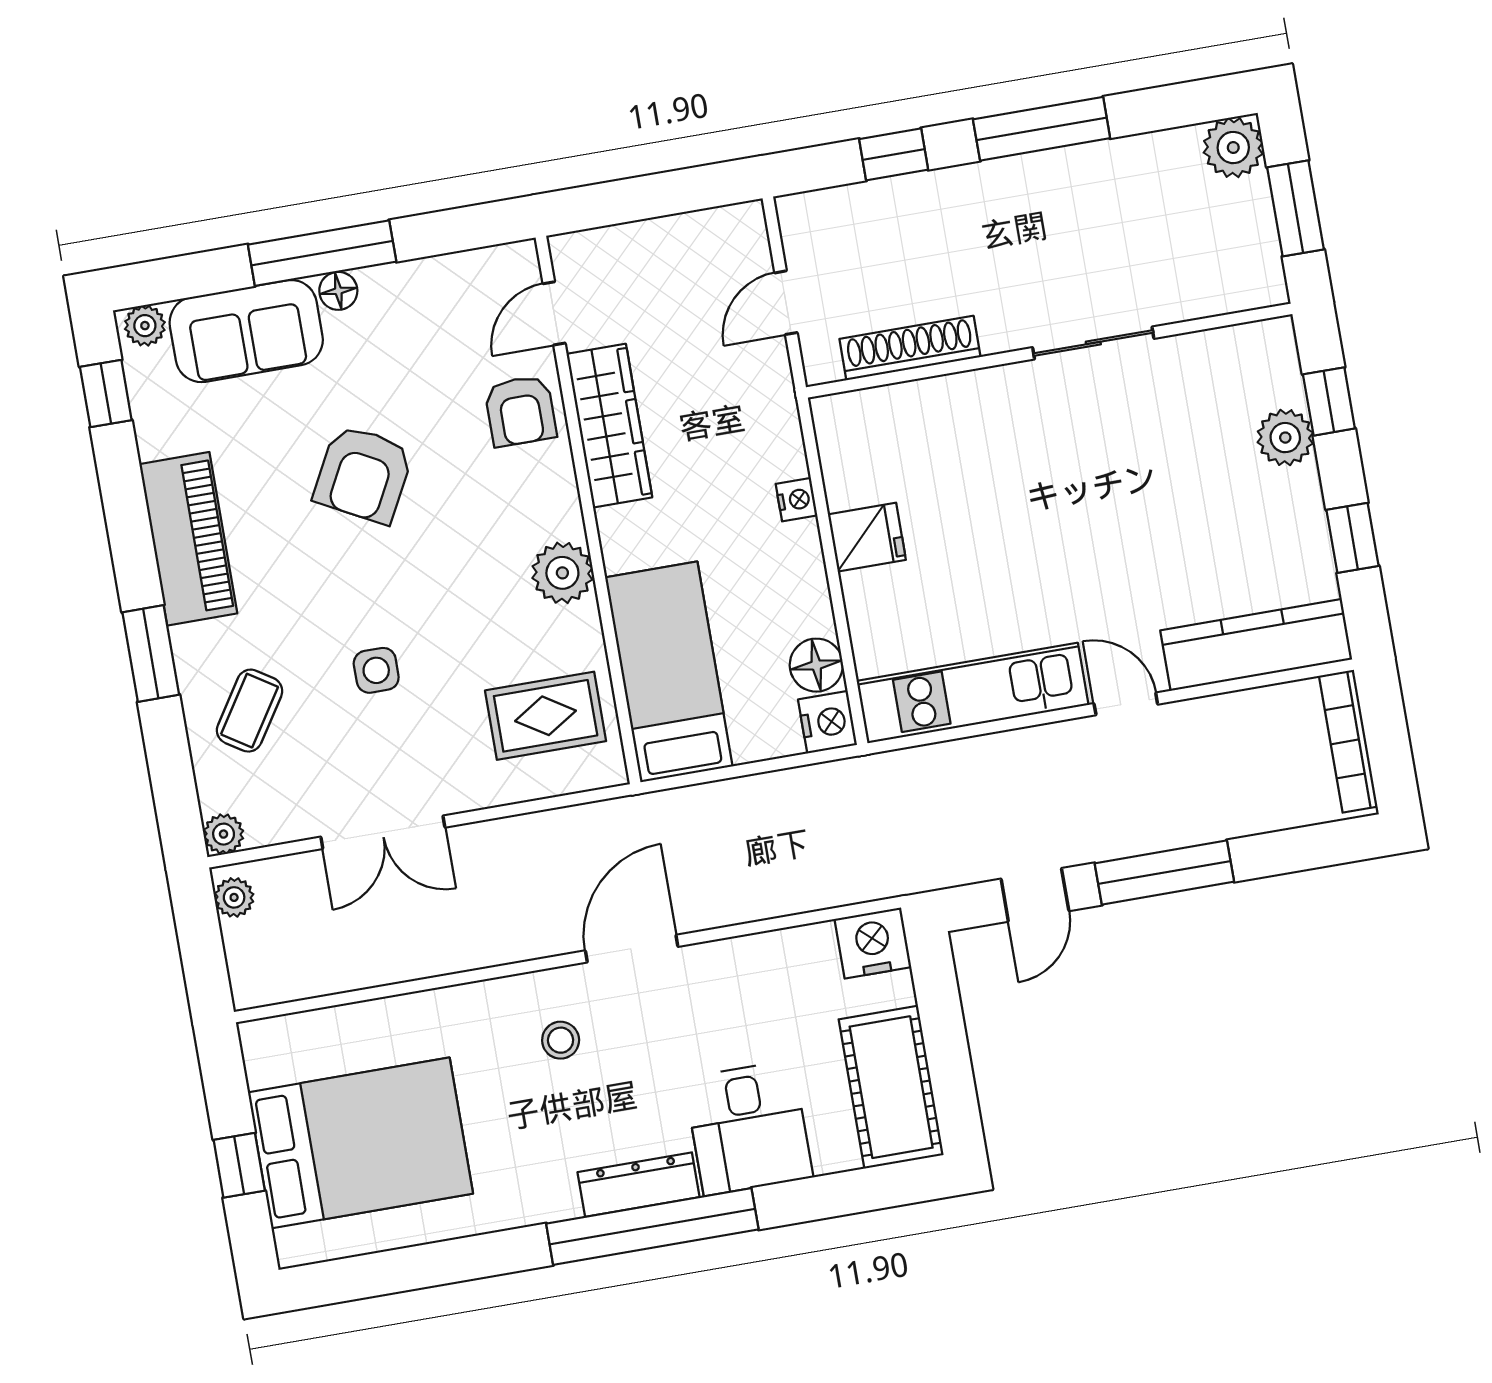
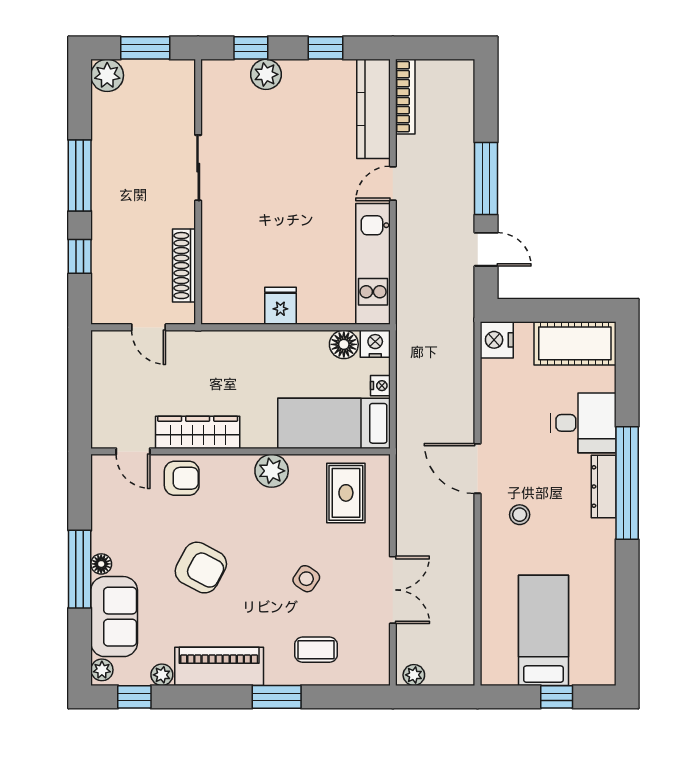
nightstand: (796, 500) -> (380, 386), moved, turned 90
side table: (376, 670) -> (306, 579), turned 34
coffee table: (250, 711) -> (316, 650), turned -33
bookcase: (1348, 741) -> (405, 97), moved, turned -90
plant: (224, 834) -> (162, 675), moved
bed: (360, 1143) -> (543, 630), width x0.67

